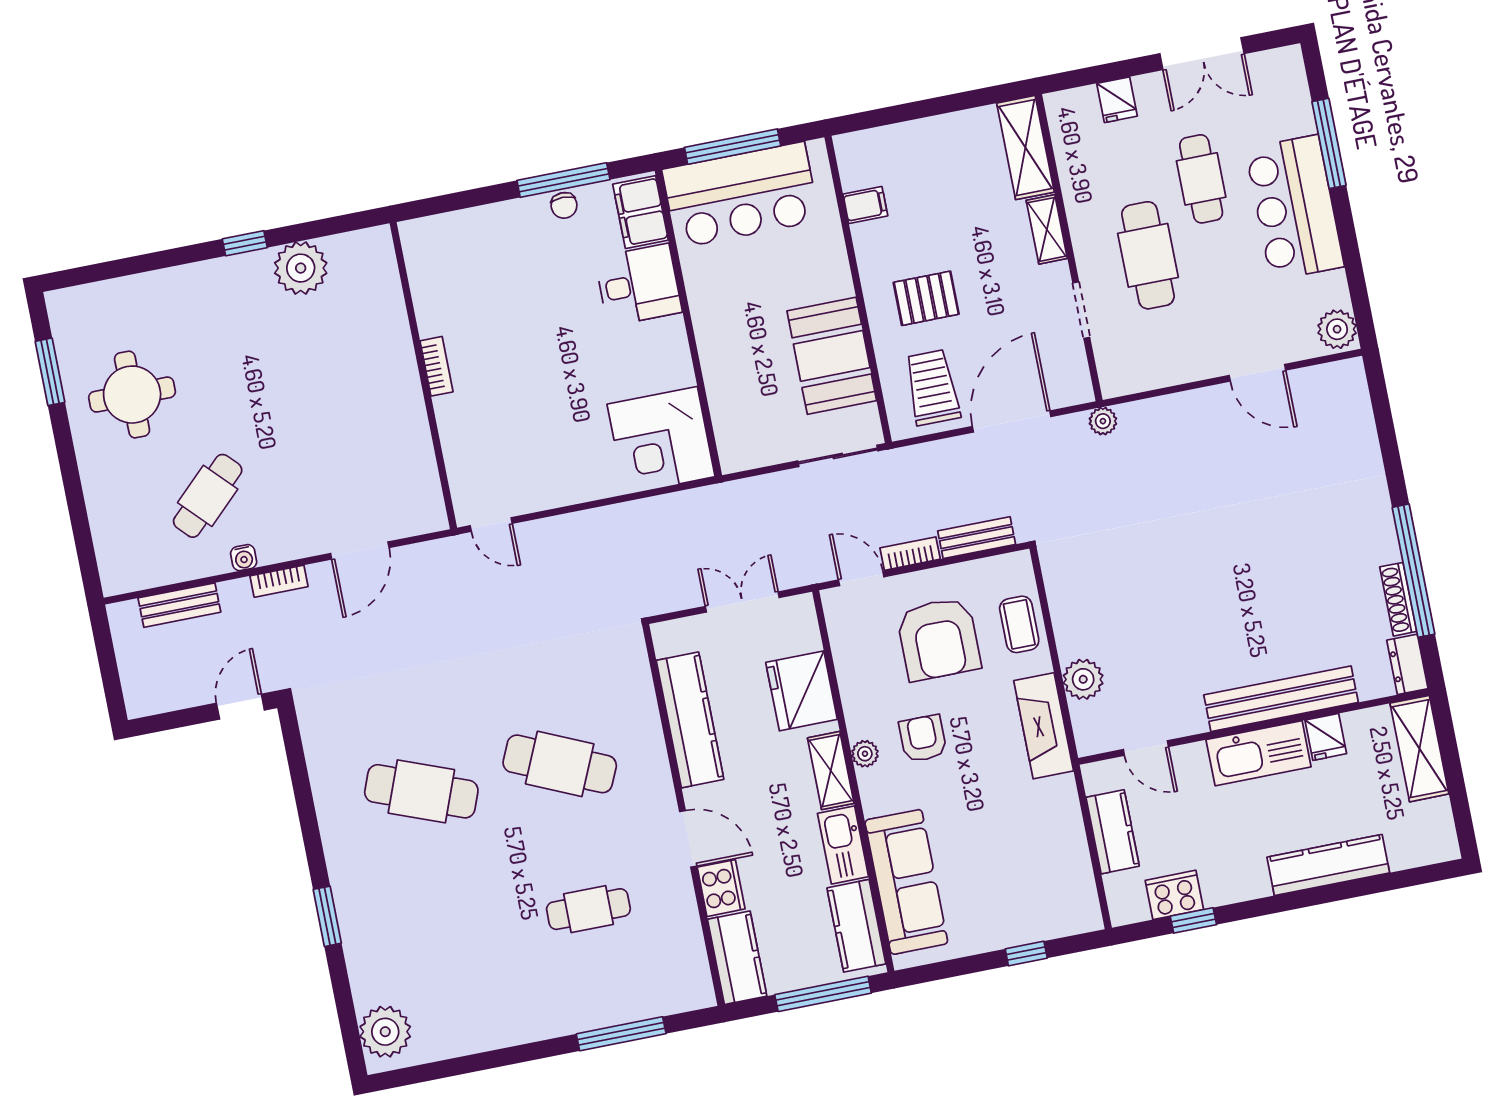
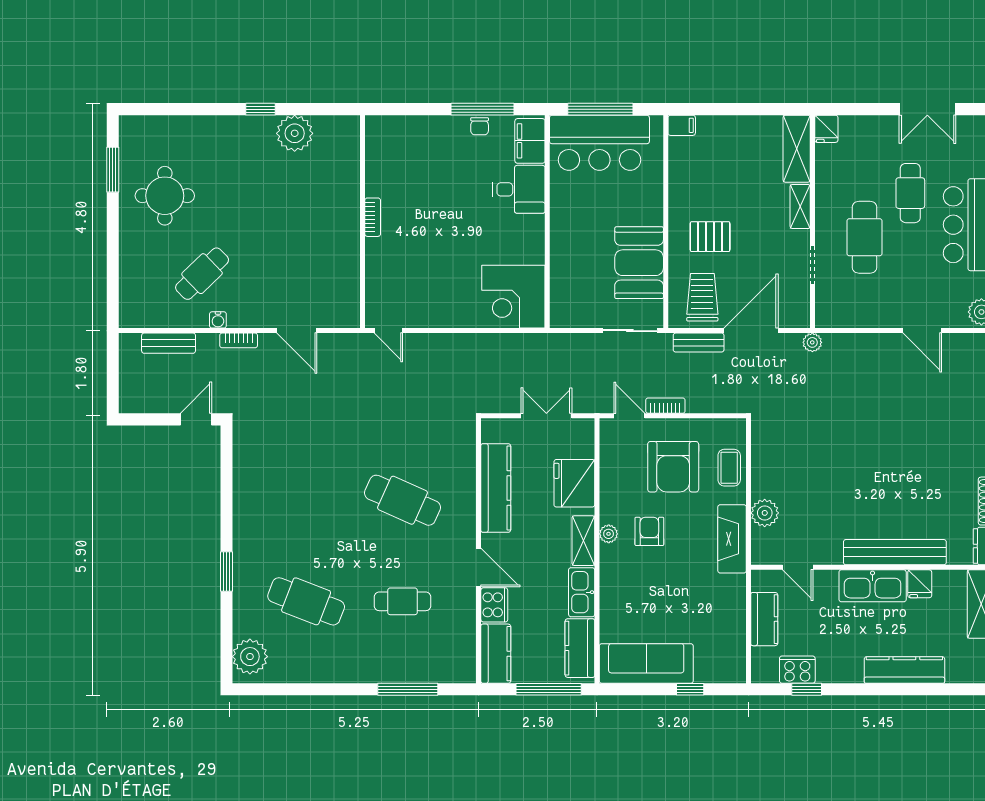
fridge: (1117, 100) -> (826, 129), moved
filing cabinet: (865, 205) -> (682, 125), moved
bench: (977, 538) -> (699, 343), moved
door: (360, 551) -> (297, 331), hinge flipped
cafe table: (421, 791) -> (306, 601), moved
sofa: (906, 882) -> (646, 663), moved, turned -90

